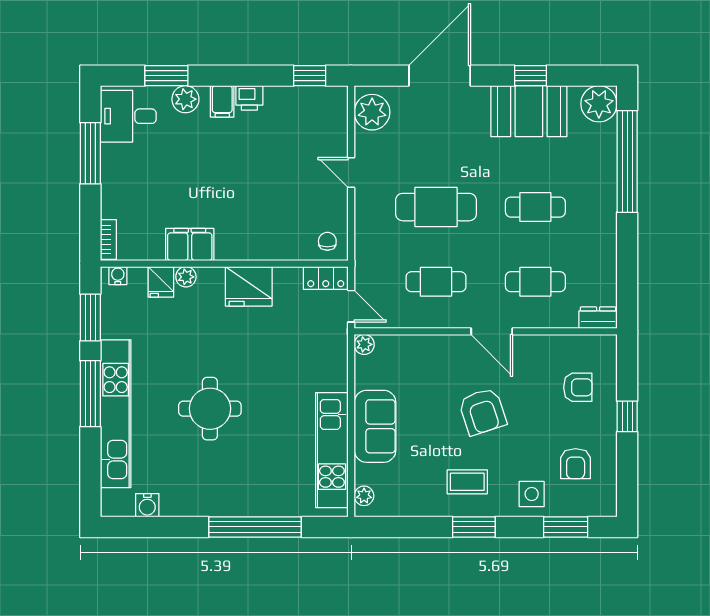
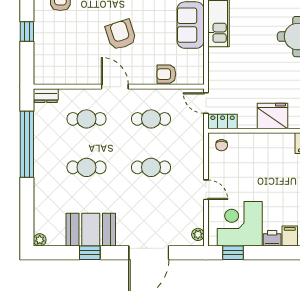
plant: (599, 104) -> (40, 240), width x0.53, depth x0.53
plant: (372, 112) -> (198, 234), width x0.53, depth x0.53
corner desk: (299, 120) -> (240, 224), added
window: (627, 162) -> (27, 144), moved
cafe table: (436, 207) -> (151, 167), width x0.73, depth x0.74
plant: (364, 344) -> (198, 78), removed
armchair: (578, 387) -> (166, 74), moved

